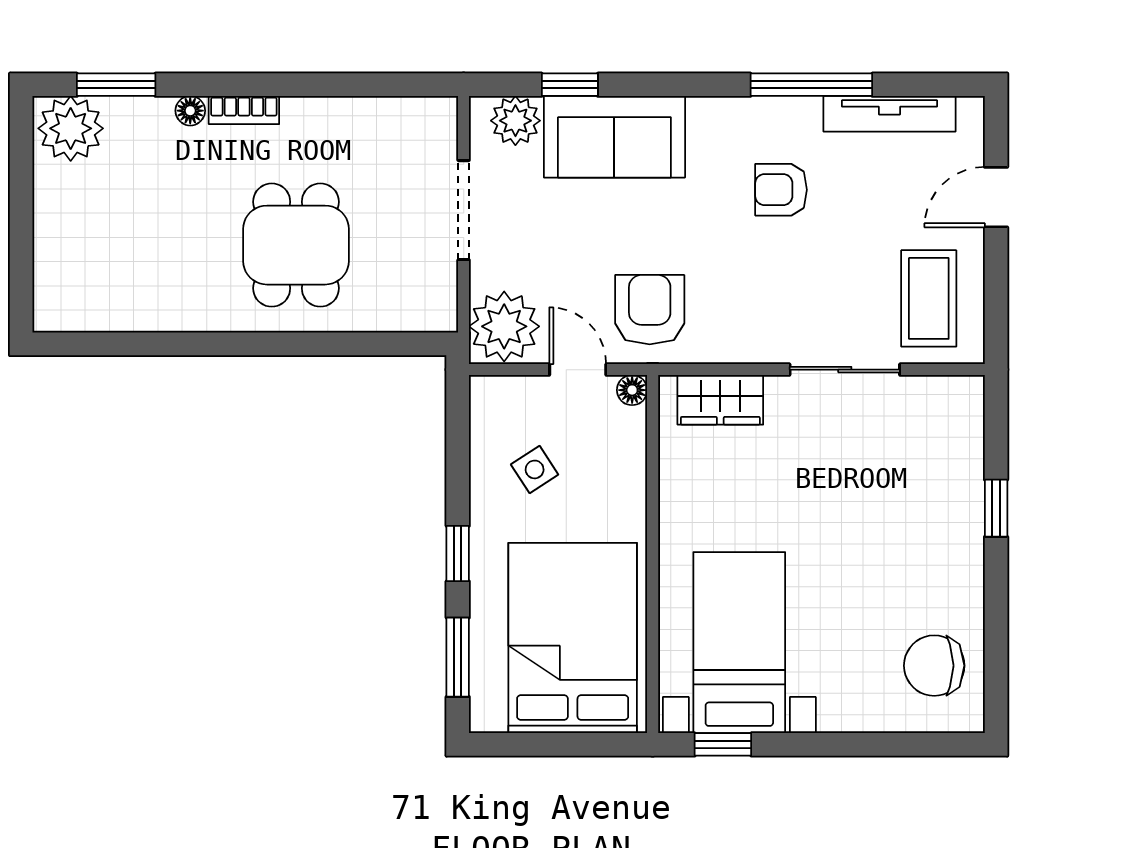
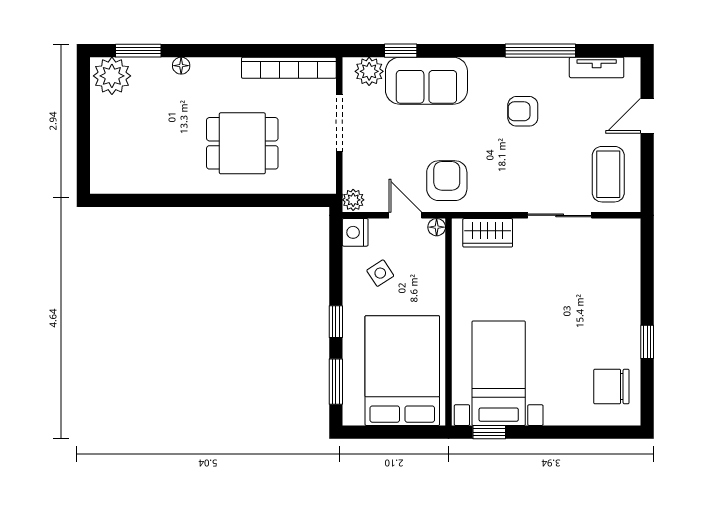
bookcase: (244, 110) -> (289, 68), moved, width x2.31, depth x1.31
tv unit: (890, 114) -> (597, 67), width x0.71
dining table: (296, 245) -> (242, 143), turned 90
plant: (504, 326) -> (353, 200), width x0.53, depth x0.53
nightstand: (491, 399) -> (355, 232), added
window: (996, 508) -> (647, 342), moved

